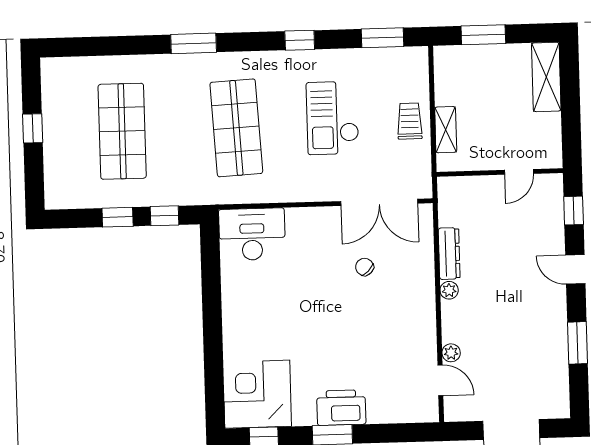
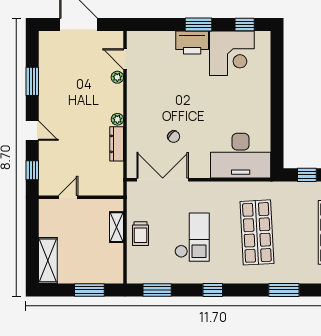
desk: (252, 234) -> (241, 156), width x1.36, depth x1.30
corner desk: (257, 394) -> (232, 53), moved

